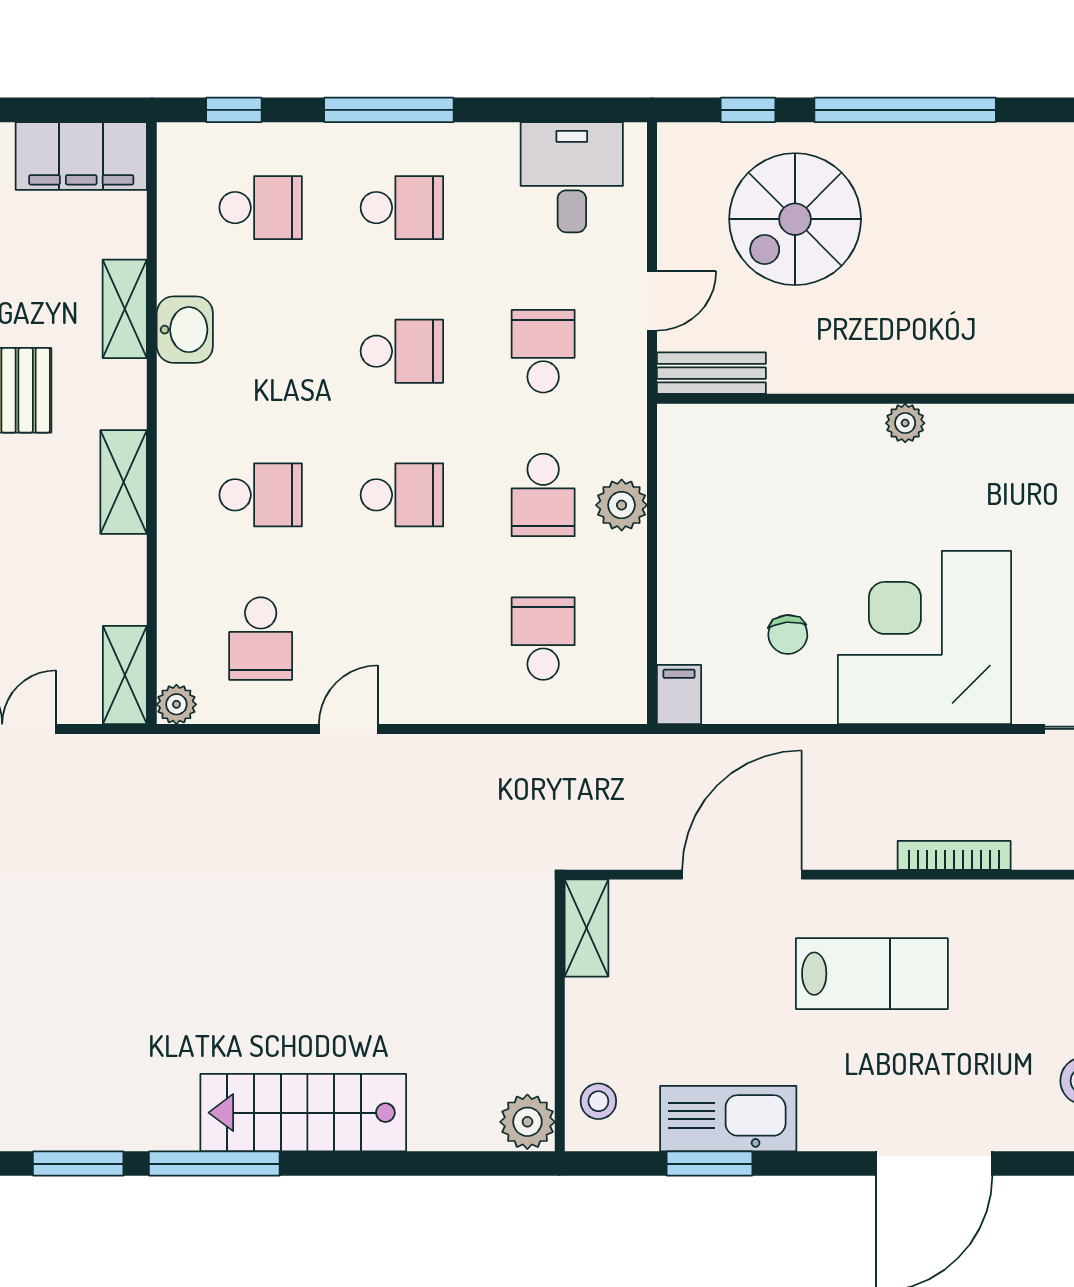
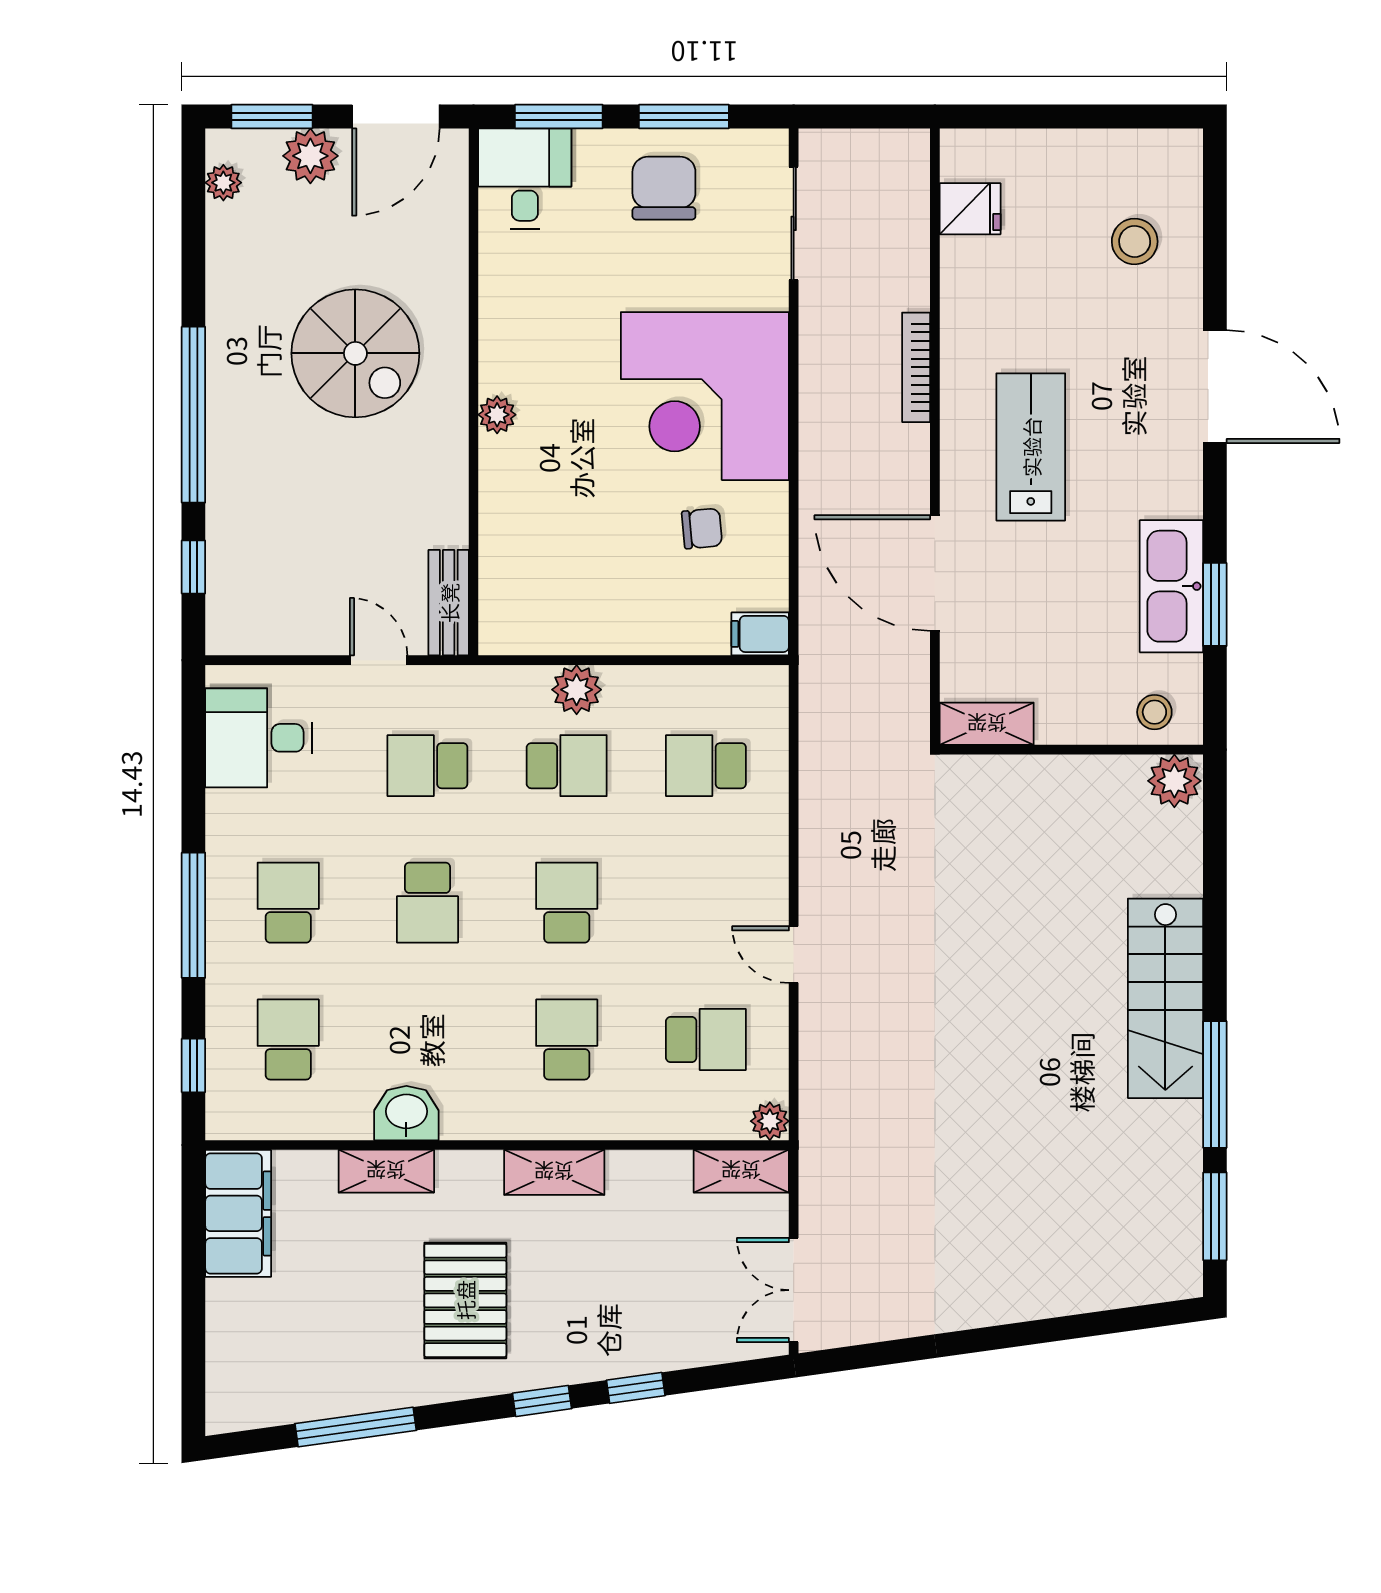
spiral stairs: (795, 219) -> (355, 353), moved
school desk: (402, 351) -> (427, 903), turned 180

